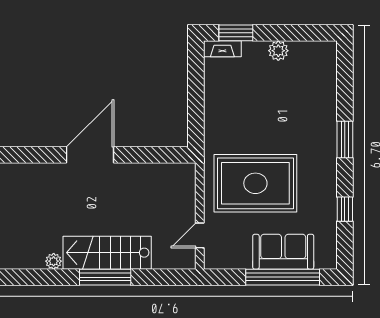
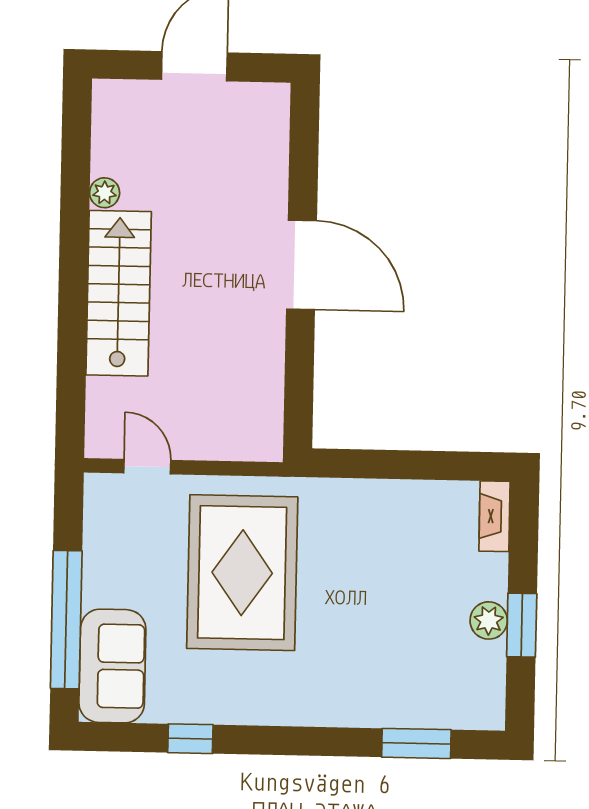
window: (236, 33) -> (522, 625), moved
window: (345, 140) -> (416, 743), moved
sofa: (283, 252) -> (112, 666), moved
window: (105, 277) -> (73, 288), removed

